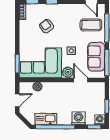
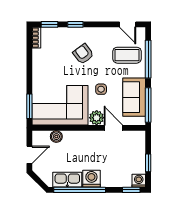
armchair: (47, 26) -> (83, 54), moved
washing machine: (78, 118) -> (91, 179), moved

